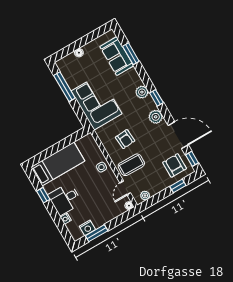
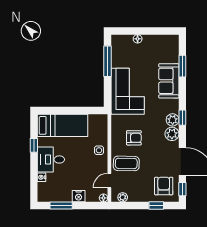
sofa: (117, 56) -> (169, 81), moved
plant: (142, 92) -> (173, 120), moved
armchair: (125, 139) -> (134, 138), turned -86
nightstand: (87, 228) -> (79, 196), moved

